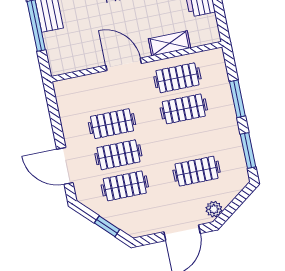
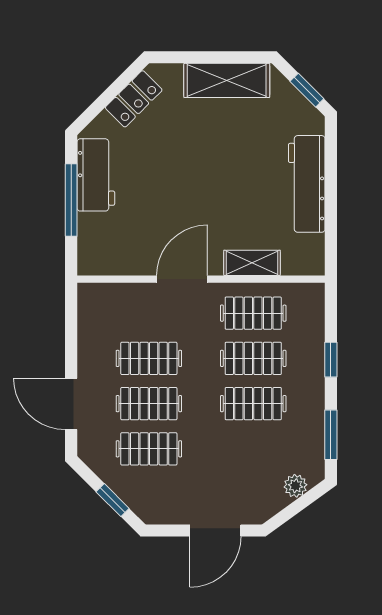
door: (124, 64) -> (182, 279), hinge flipped
window: (237, 99) -> (331, 360), width x0.67
clothes rail: (197, 171) -> (253, 404), moved
plant: (214, 209) -> (295, 486), moved

